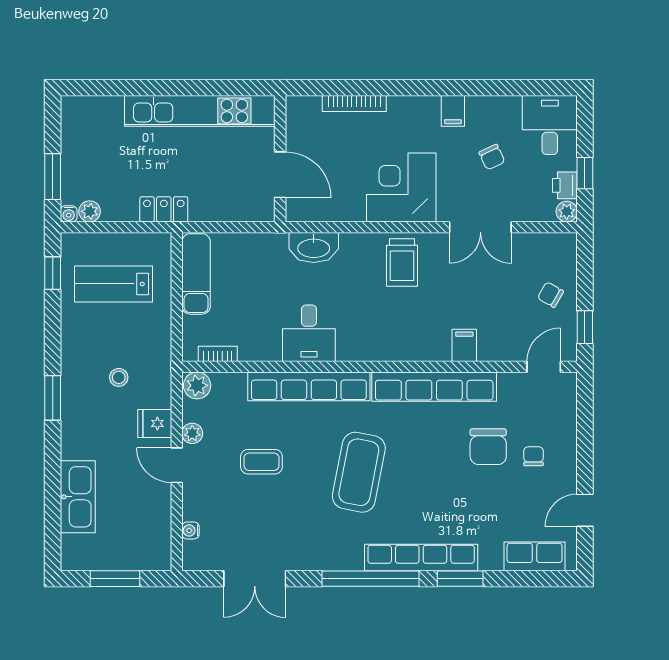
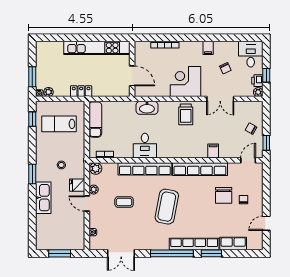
kitchen sink: (78, 497) -> (43, 198), moved
row of seats: (535, 556) -> (233, 244), moved

